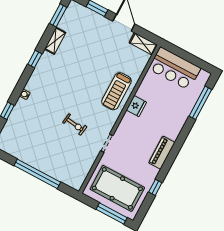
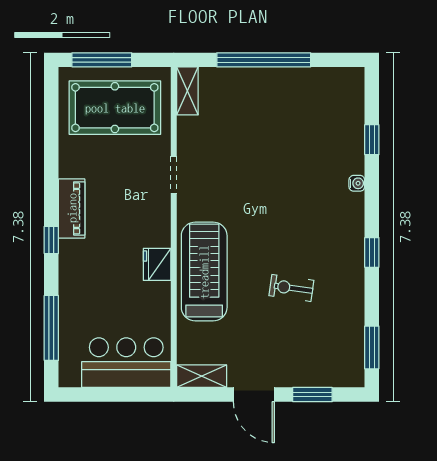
shelving: (55, 41) -> (187, 91), moved
treadmill: (116, 91) -> (204, 272), width x1.37, depth x1.37
exercise bike: (75, 125) -> (291, 288), moved
window: (155, 187) -> (51, 240), moved

